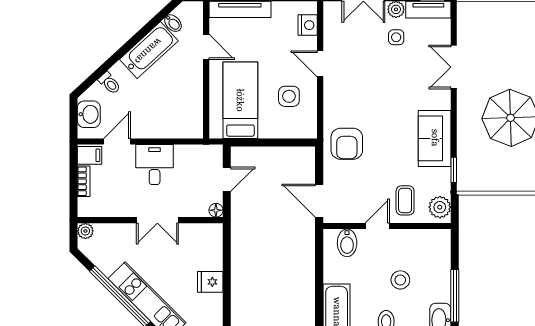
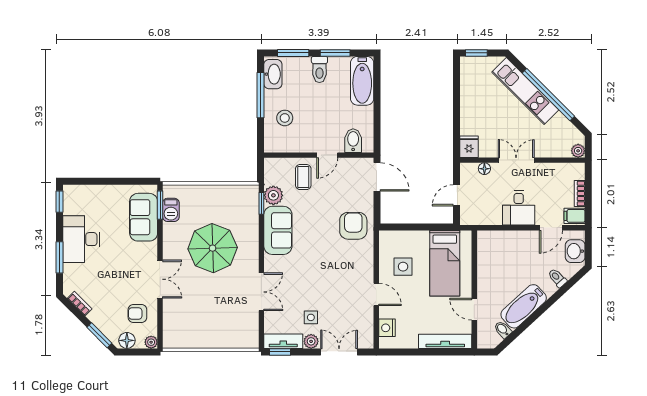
plant: (440, 207) -> (273, 195), moved
floor lamp: (216, 210) -> (484, 169), moved
stool: (400, 280) -> (285, 118), moved
fridge: (210, 282) -> (469, 147), moved, turned -90

